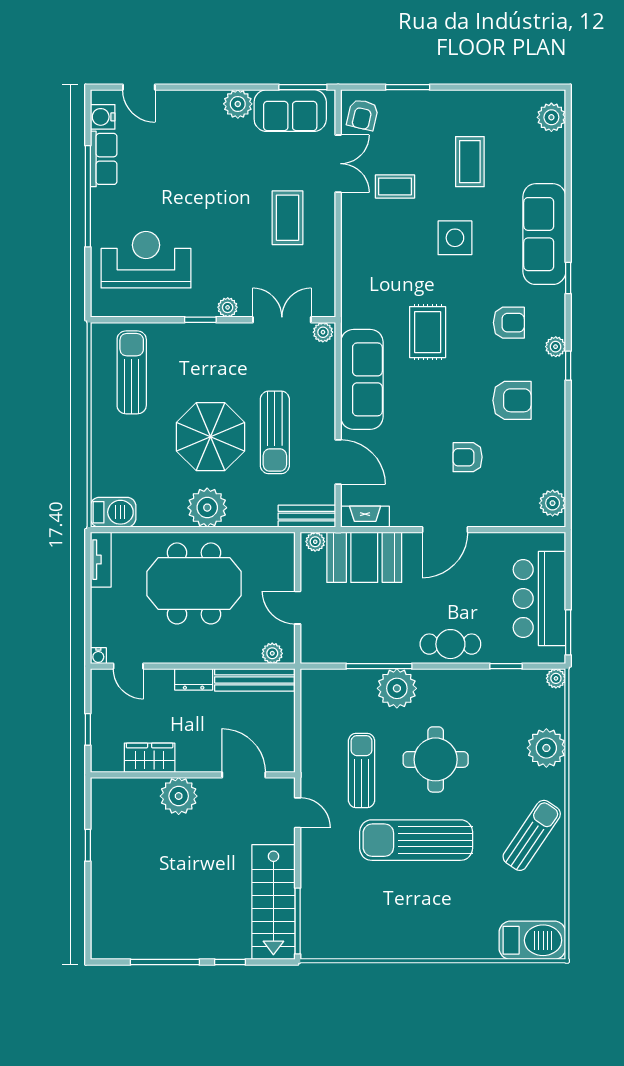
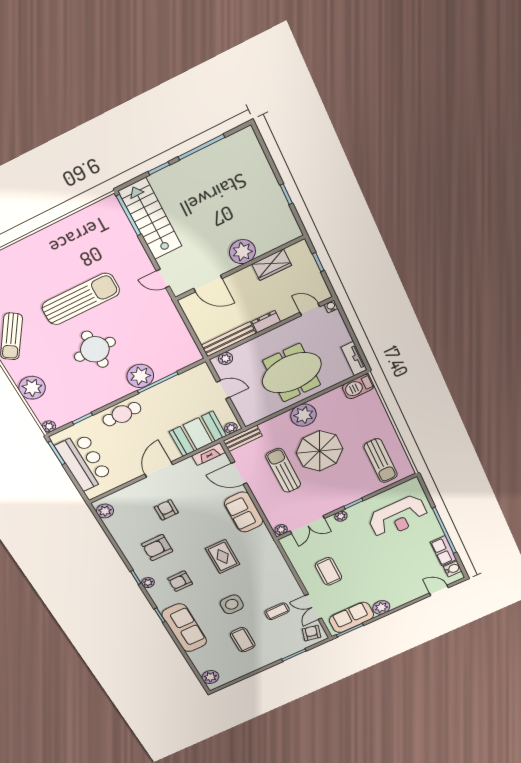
sofa: (362, 379) -> (244, 512), width x0.73
armchair: (468, 457) -> (166, 510), turned -90
sun lounger: (362, 771) -> (137, 321), removed

